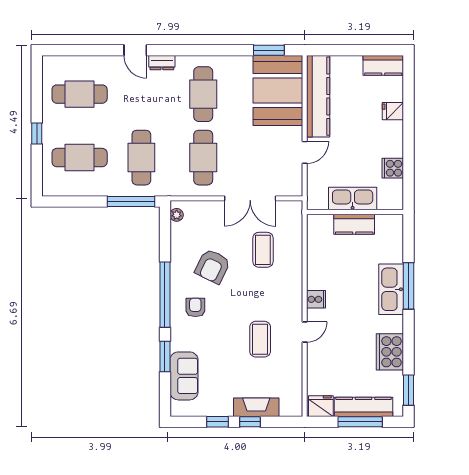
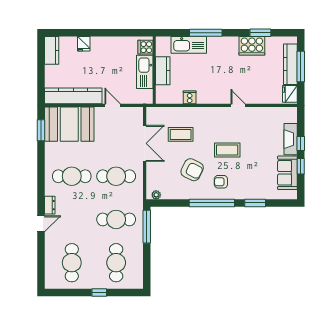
cooker: (393, 168) -> (145, 47), moved, turned 90
kitchen sink: (391, 289) -> (189, 45), moved
cooker: (316, 299) -> (190, 97), moved
coffee table: (260, 339) -> (227, 150), moved
sofa: (184, 376) -> (287, 173), moved, turned -90
window: (408, 390) -> (260, 33), moved

